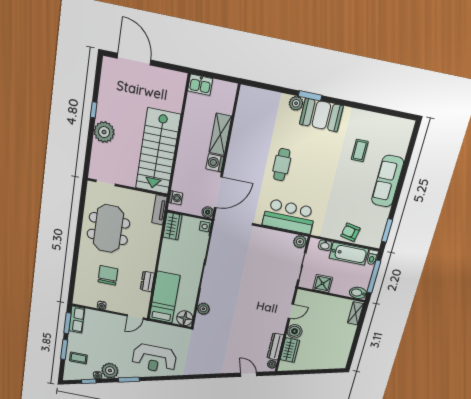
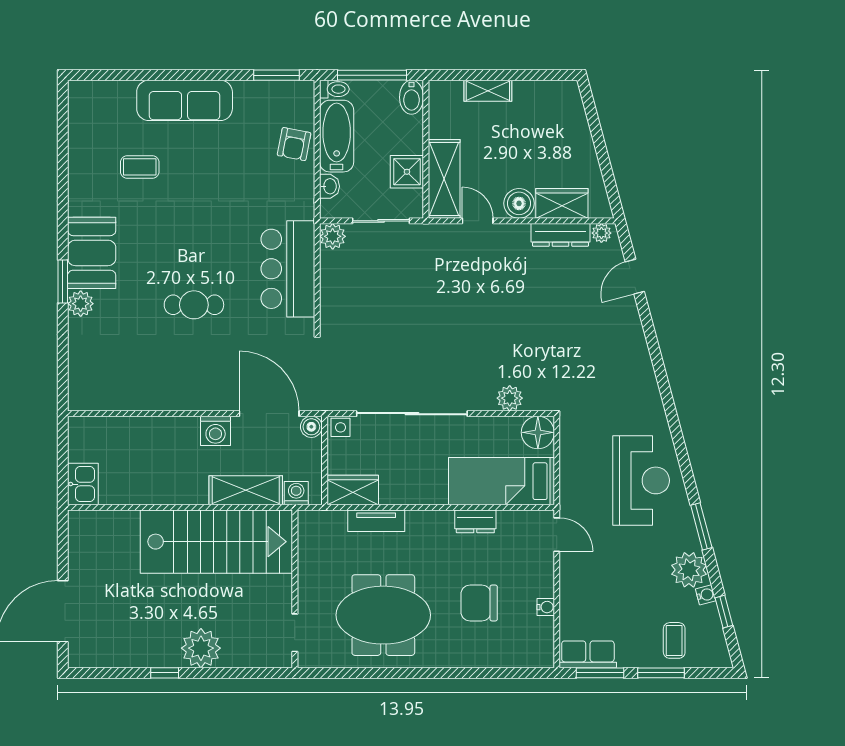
shelving: (220, 134) -> (246, 490), moved
tv unit: (159, 210) -> (376, 521), moved
shelving: (315, 300) -> (444, 179), added
shelving: (356, 313) -> (488, 91), moved

